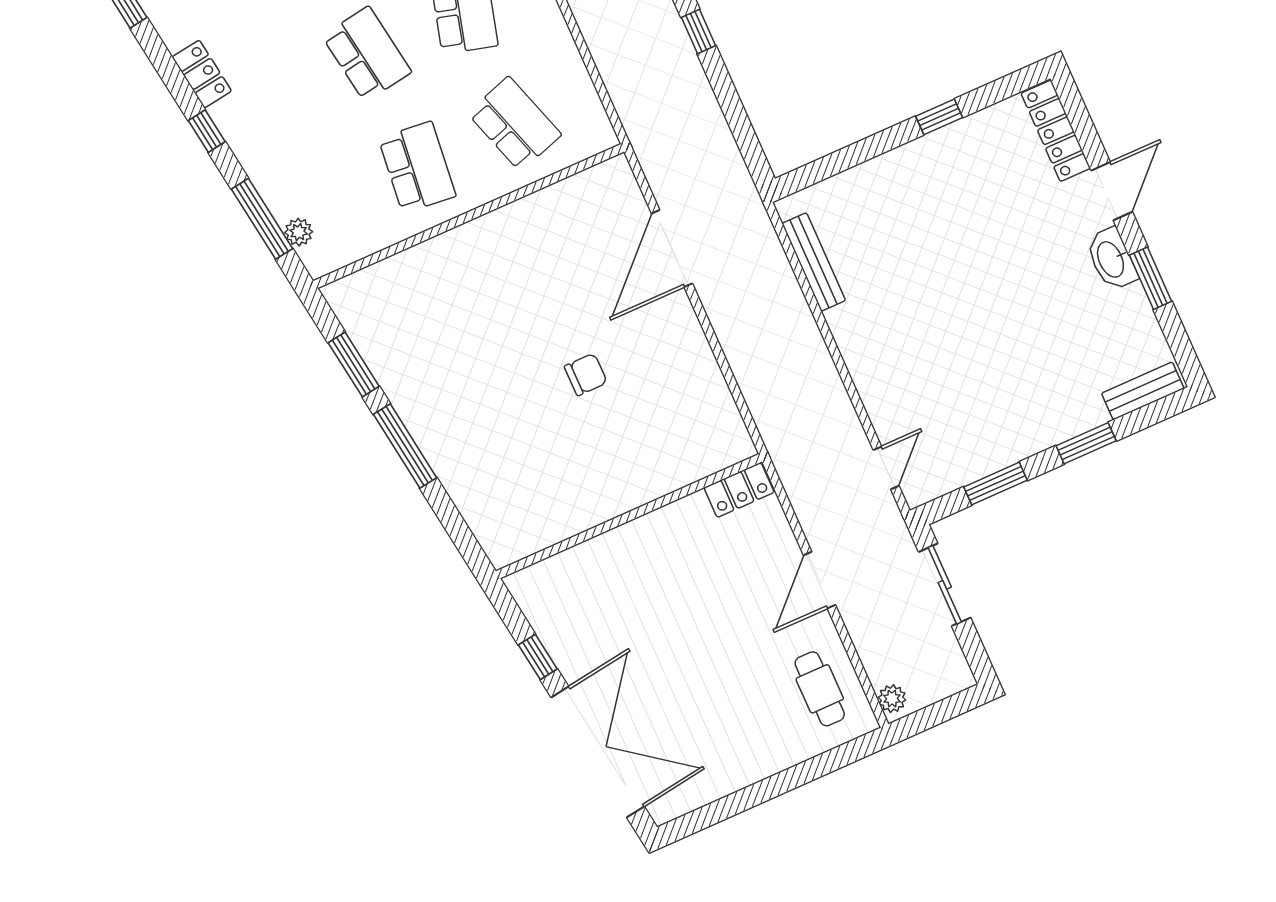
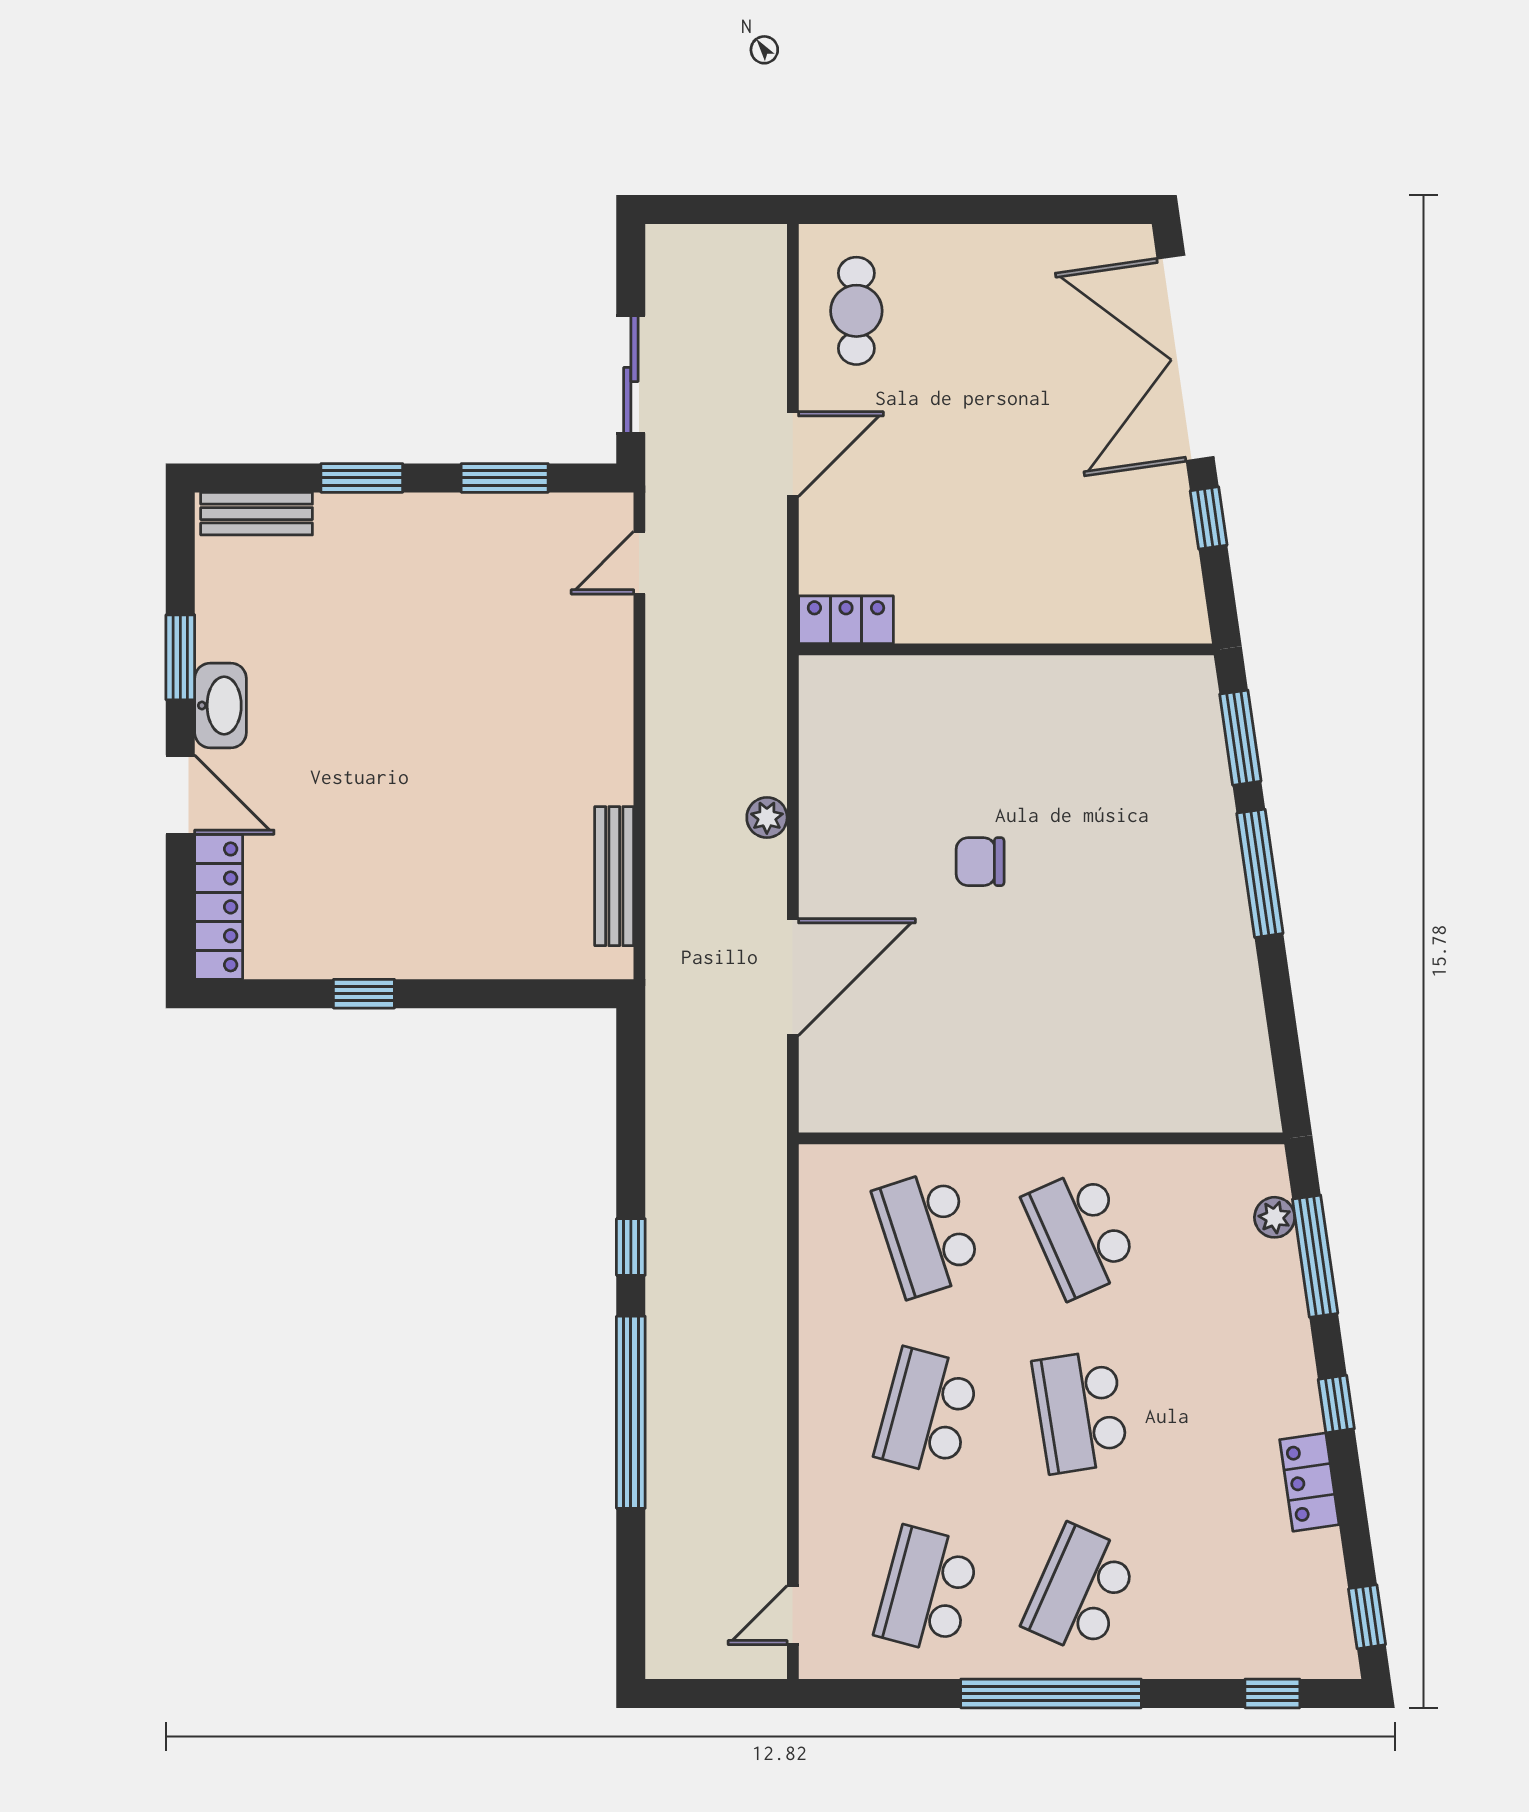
school desk: (417, 167) -> (1080, 1233), turned -30
door: (1112, 191) -> (180, 795), swing flipped
window: (354, 364) -> (1240, 738), moved
plant: (892, 699) -> (767, 817), moved

